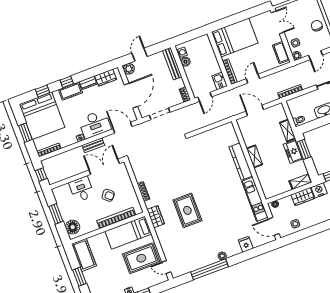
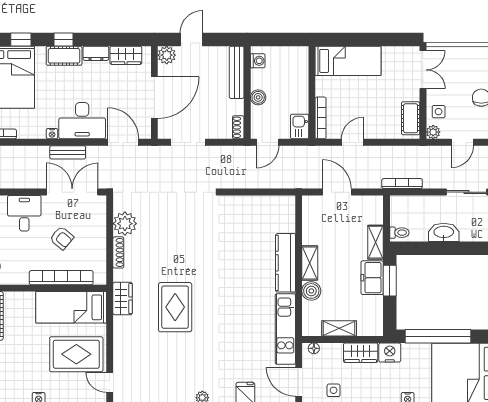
bed: (235, 38) -> (348, 61), width x0.67
boiler: (185, 62) -> (258, 97), moved
boiler: (261, 172) -> (311, 291), added
plant: (141, 174) -> (125, 224), added
shelving: (300, 182) -> (339, 328), moved

